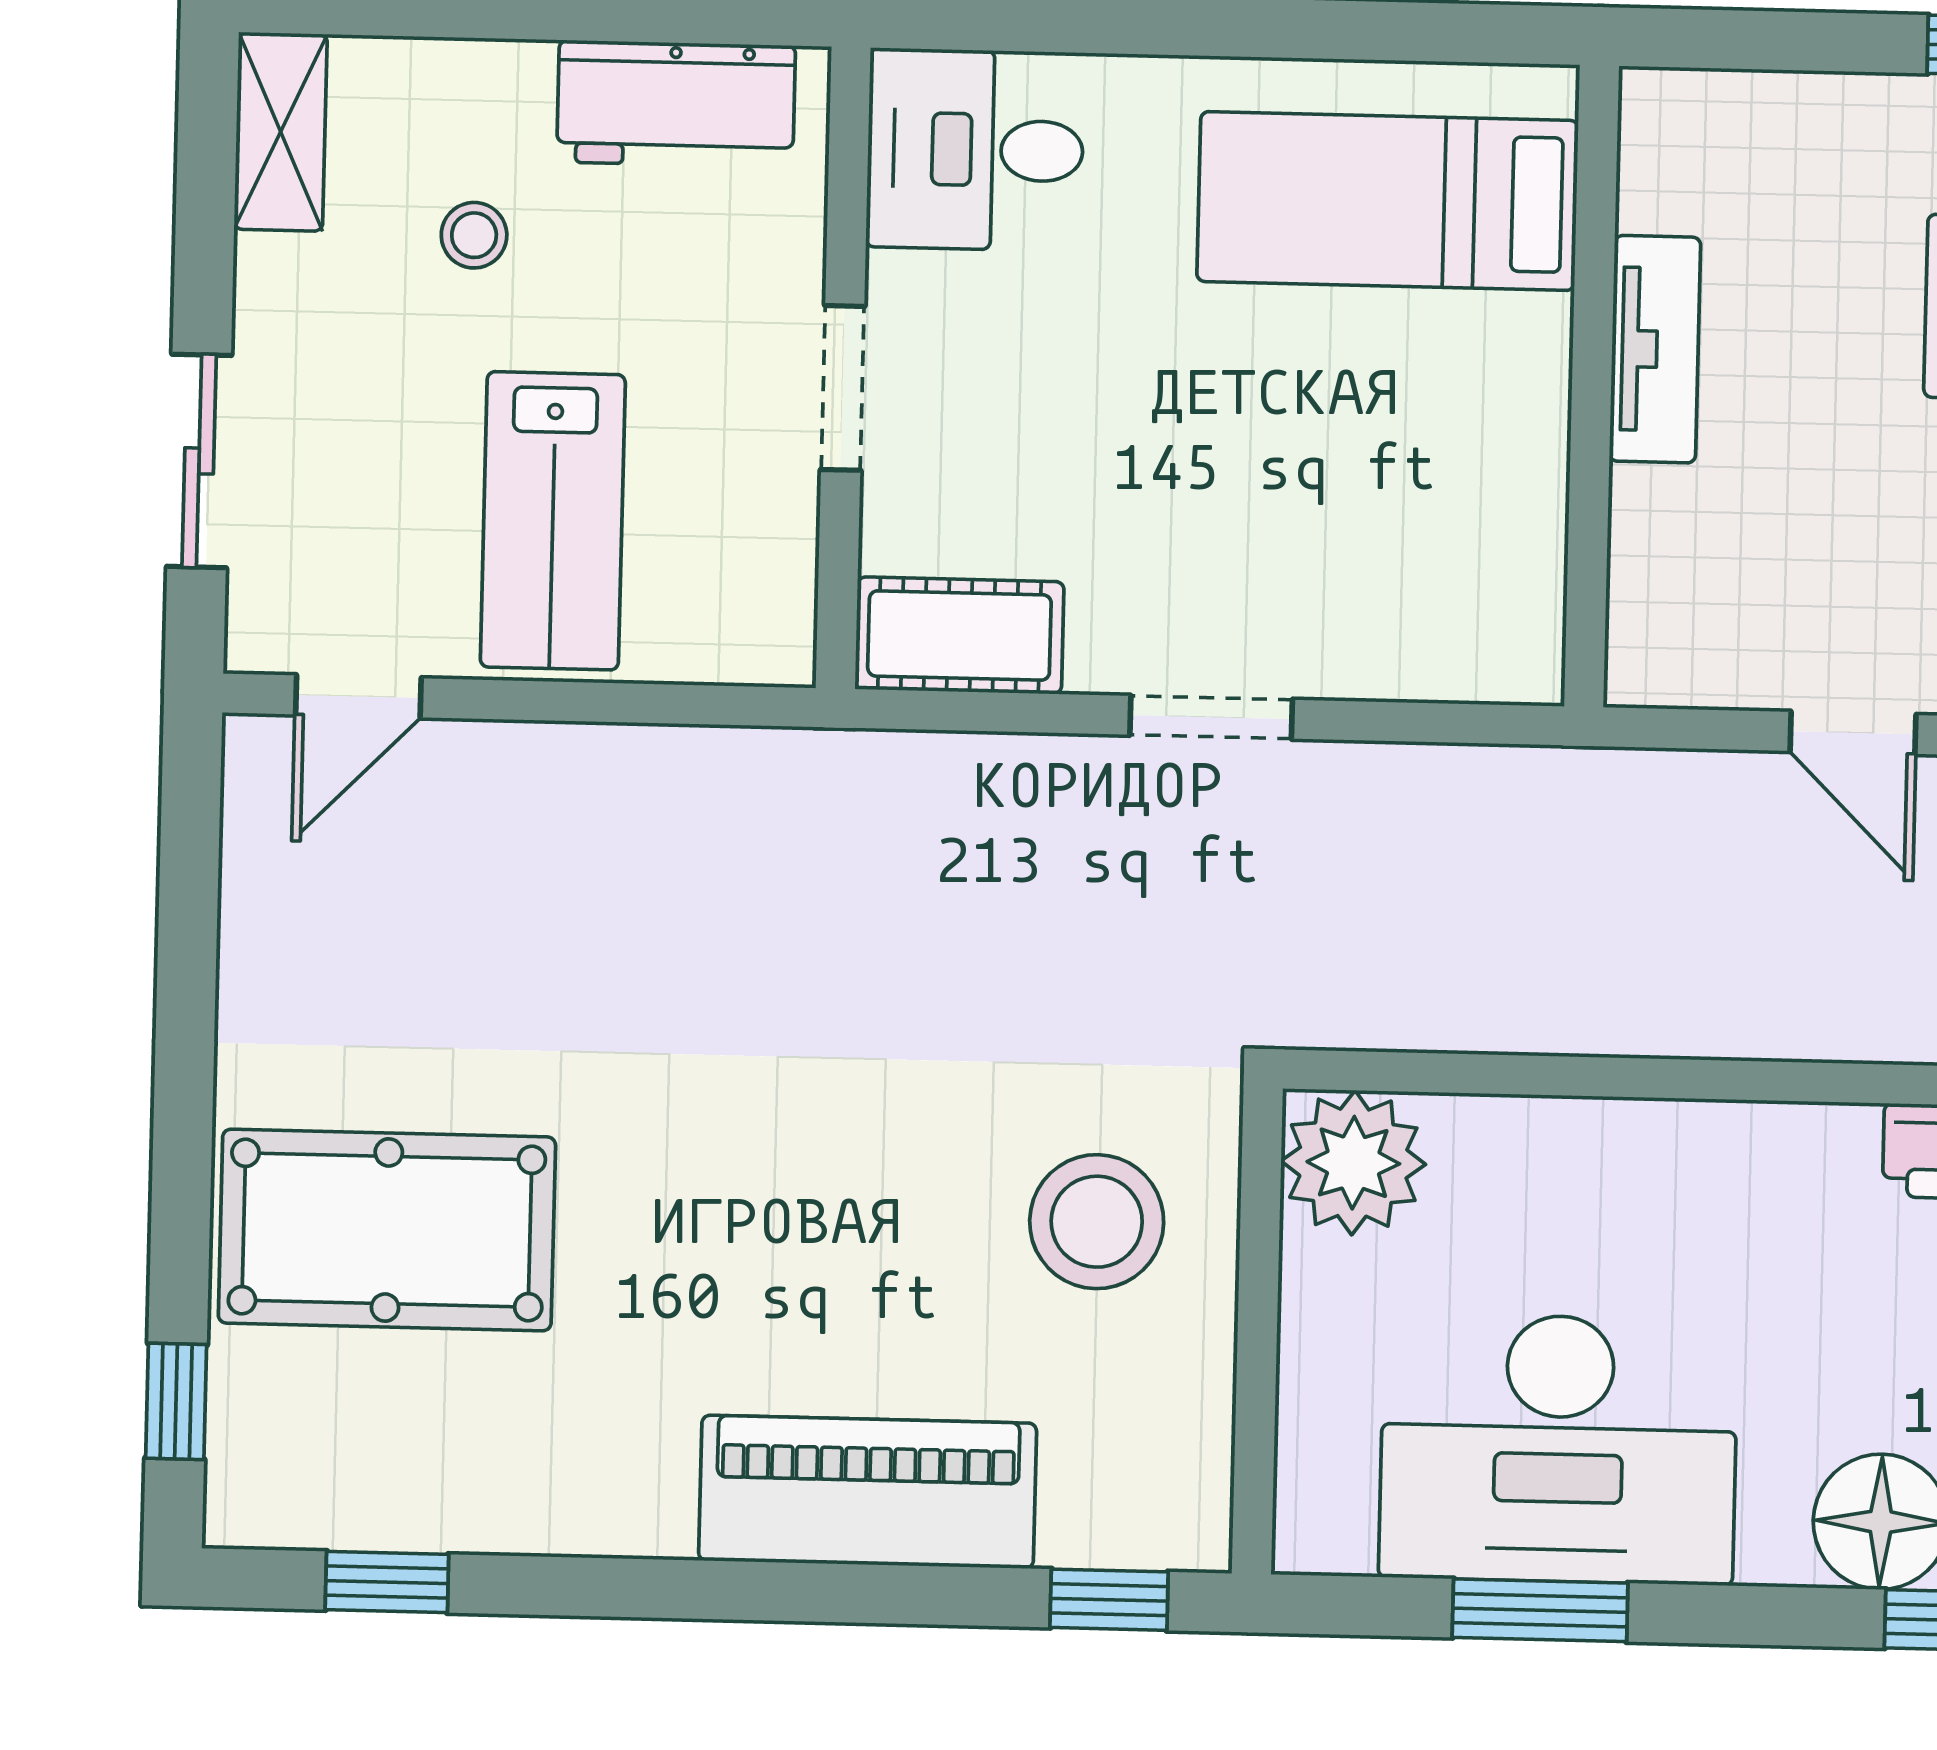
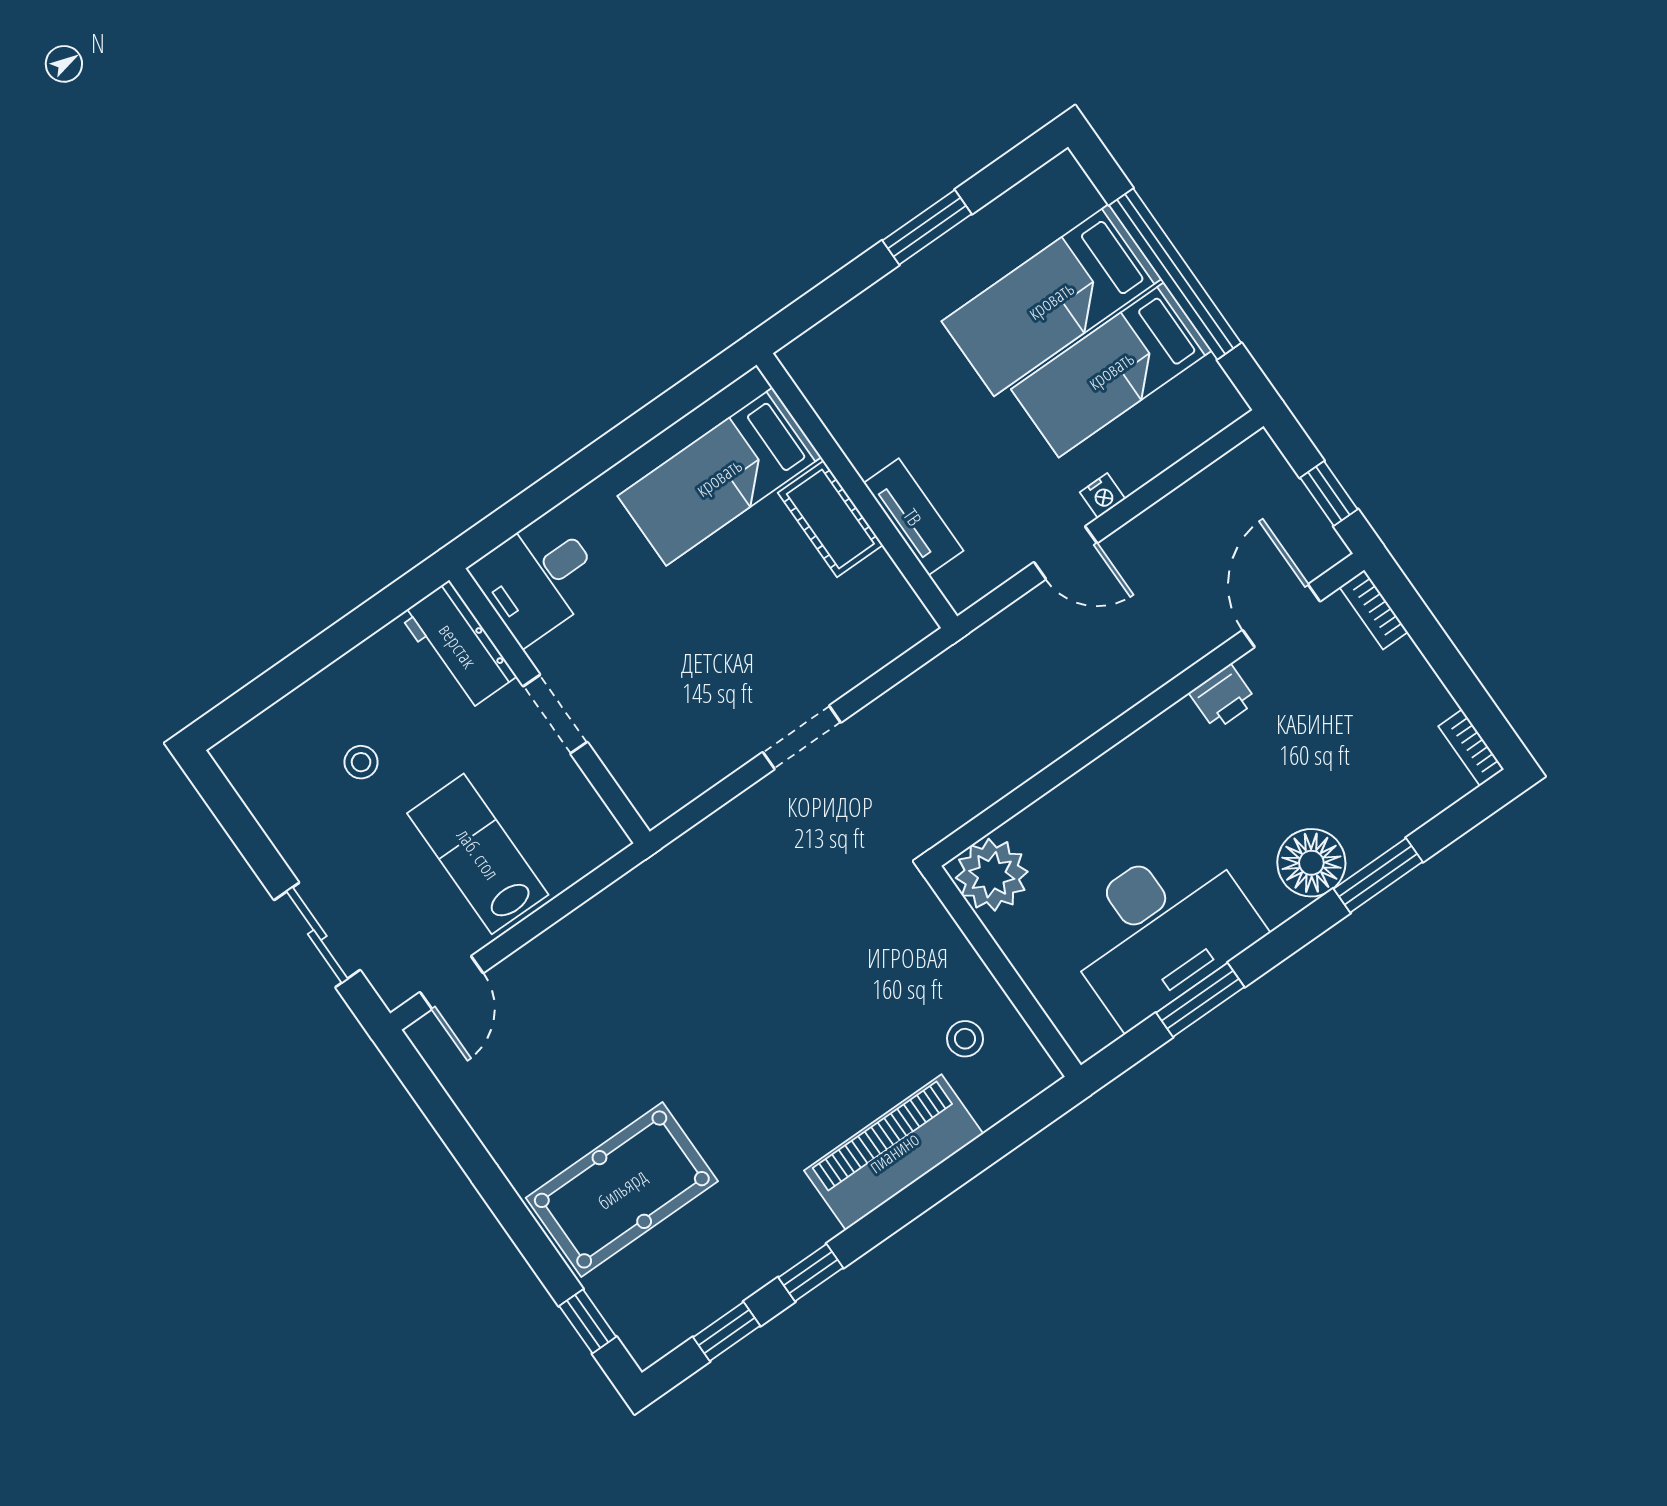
workbench: (676, 104) -> (458, 646), moved, turned 90
shelving: (281, 132) -> (252, 778), removed
tv unit: (1655, 349) -> (913, 517), moved
lab bench: (553, 521) -> (478, 854), turned 180
cot: (959, 635) -> (830, 519), moved, turned 90
stool: (1097, 1222) -> (965, 1039), moved, width x0.53, depth x0.53
window: (1109, 1600) -> (811, 1273), moved

